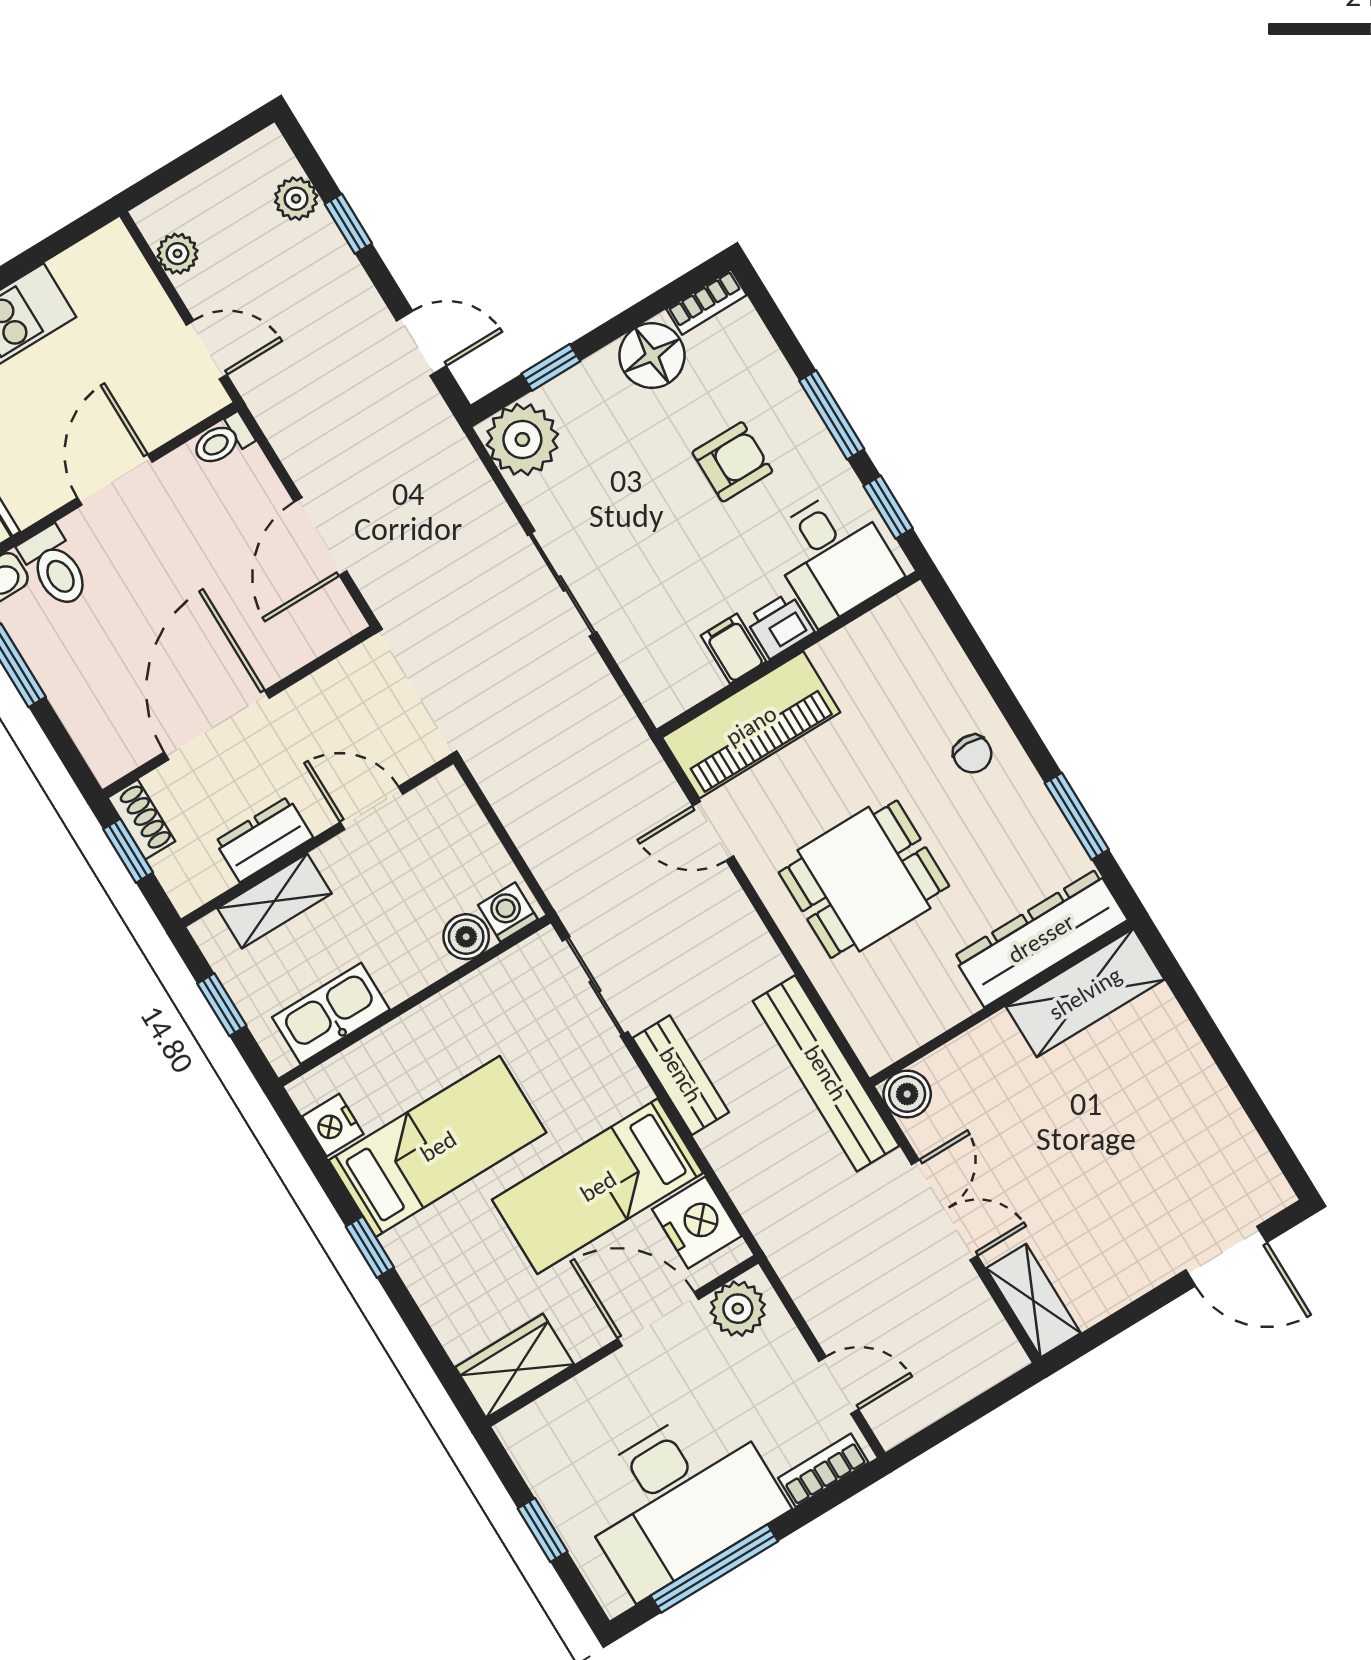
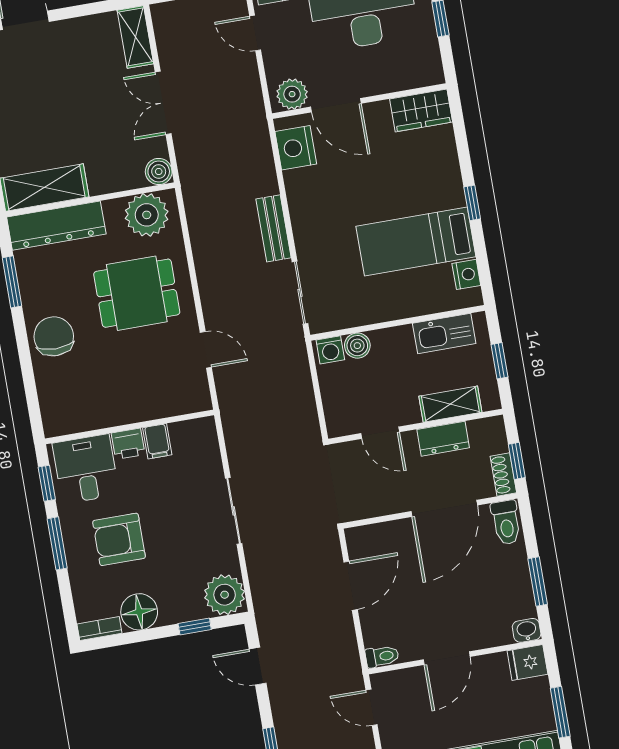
armchair: (732, 462) -> (119, 539), width x1.38, depth x1.38
toilet: (55, 567) -> (506, 522), moved, turned 180
piano: (751, 725) -> (164, 398), removed
chair: (972, 754) -> (54, 336), width x1.87, depth x1.87
plant: (899, 1015) -> (147, 215), added
bench: (826, 1073) -> (197, 199), removed
bed: (598, 1186) -> (340, 187), removed

